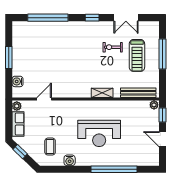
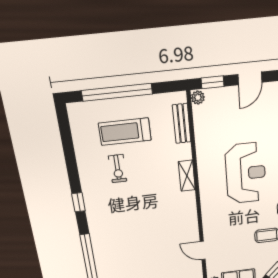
double door: (126, 18) -> (70, 154), removed
window: (163, 54) -> (117, 92), width x1.46
treadmill: (137, 55) -> (125, 132), turned 180
bench: (138, 93) -> (182, 124), width x0.73

